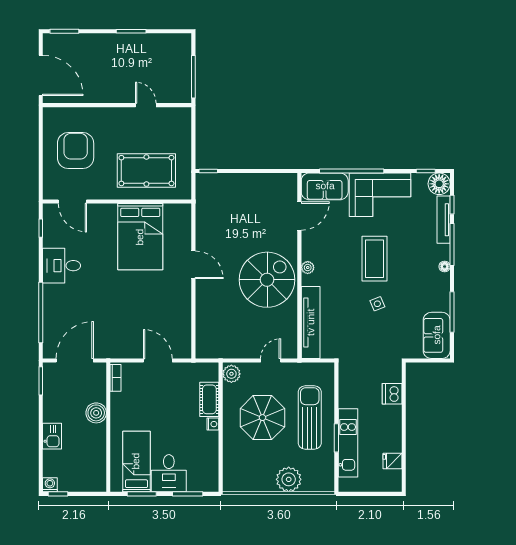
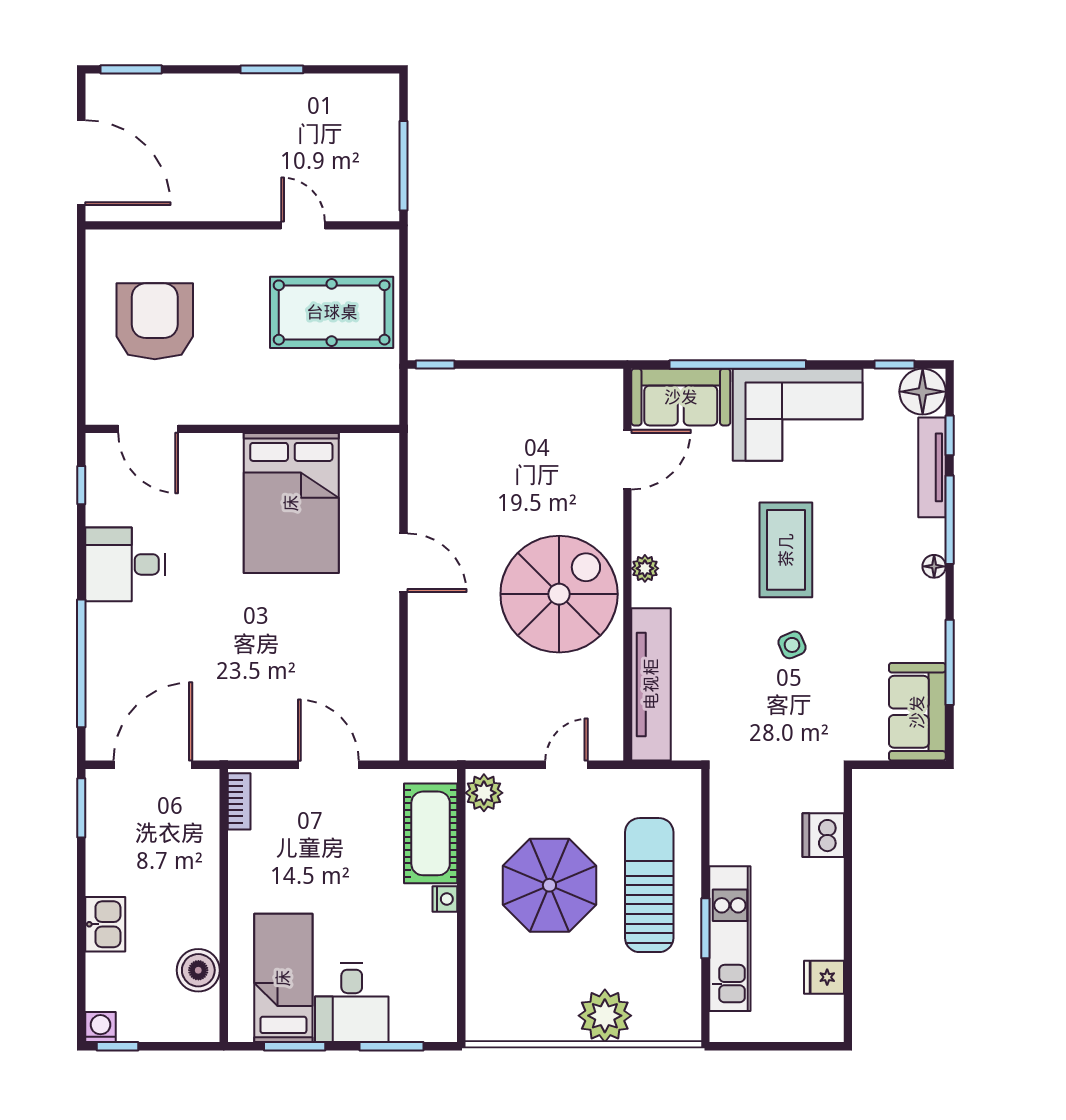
pool table: (146, 171) -> (332, 312), moved
cot: (209, 399) -> (431, 833), width x1.37, depth x1.34
boiler: (96, 413) -> (198, 970), moved

